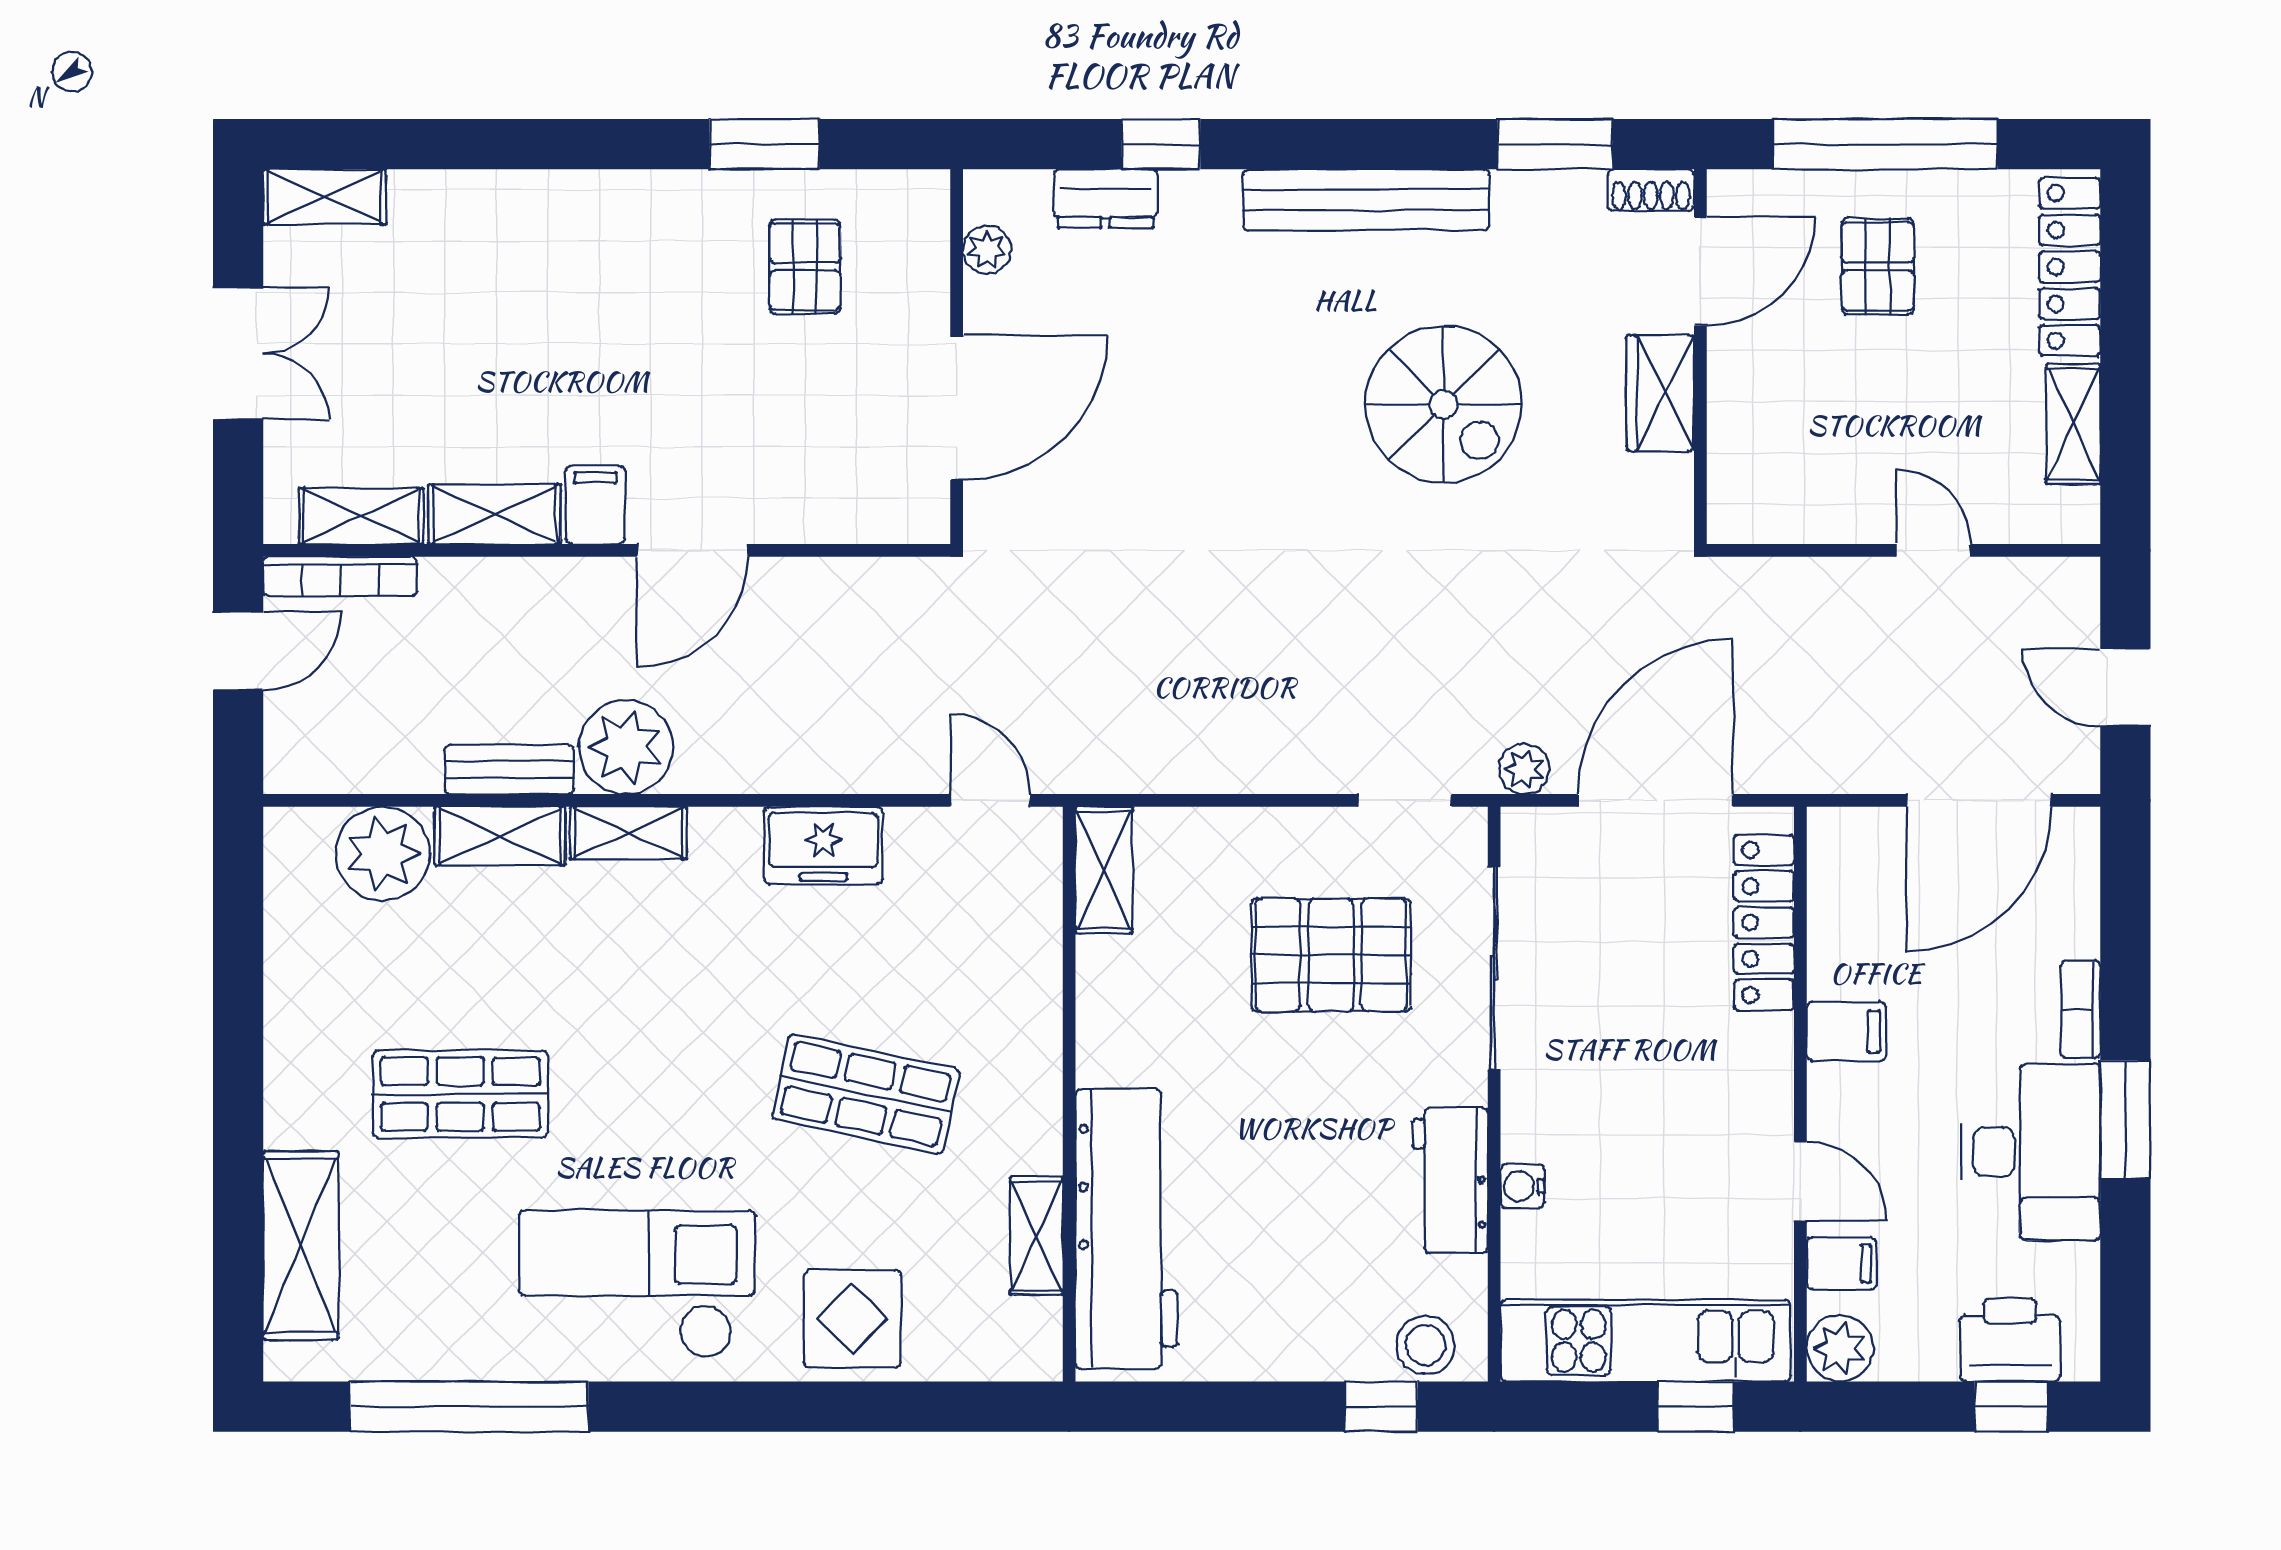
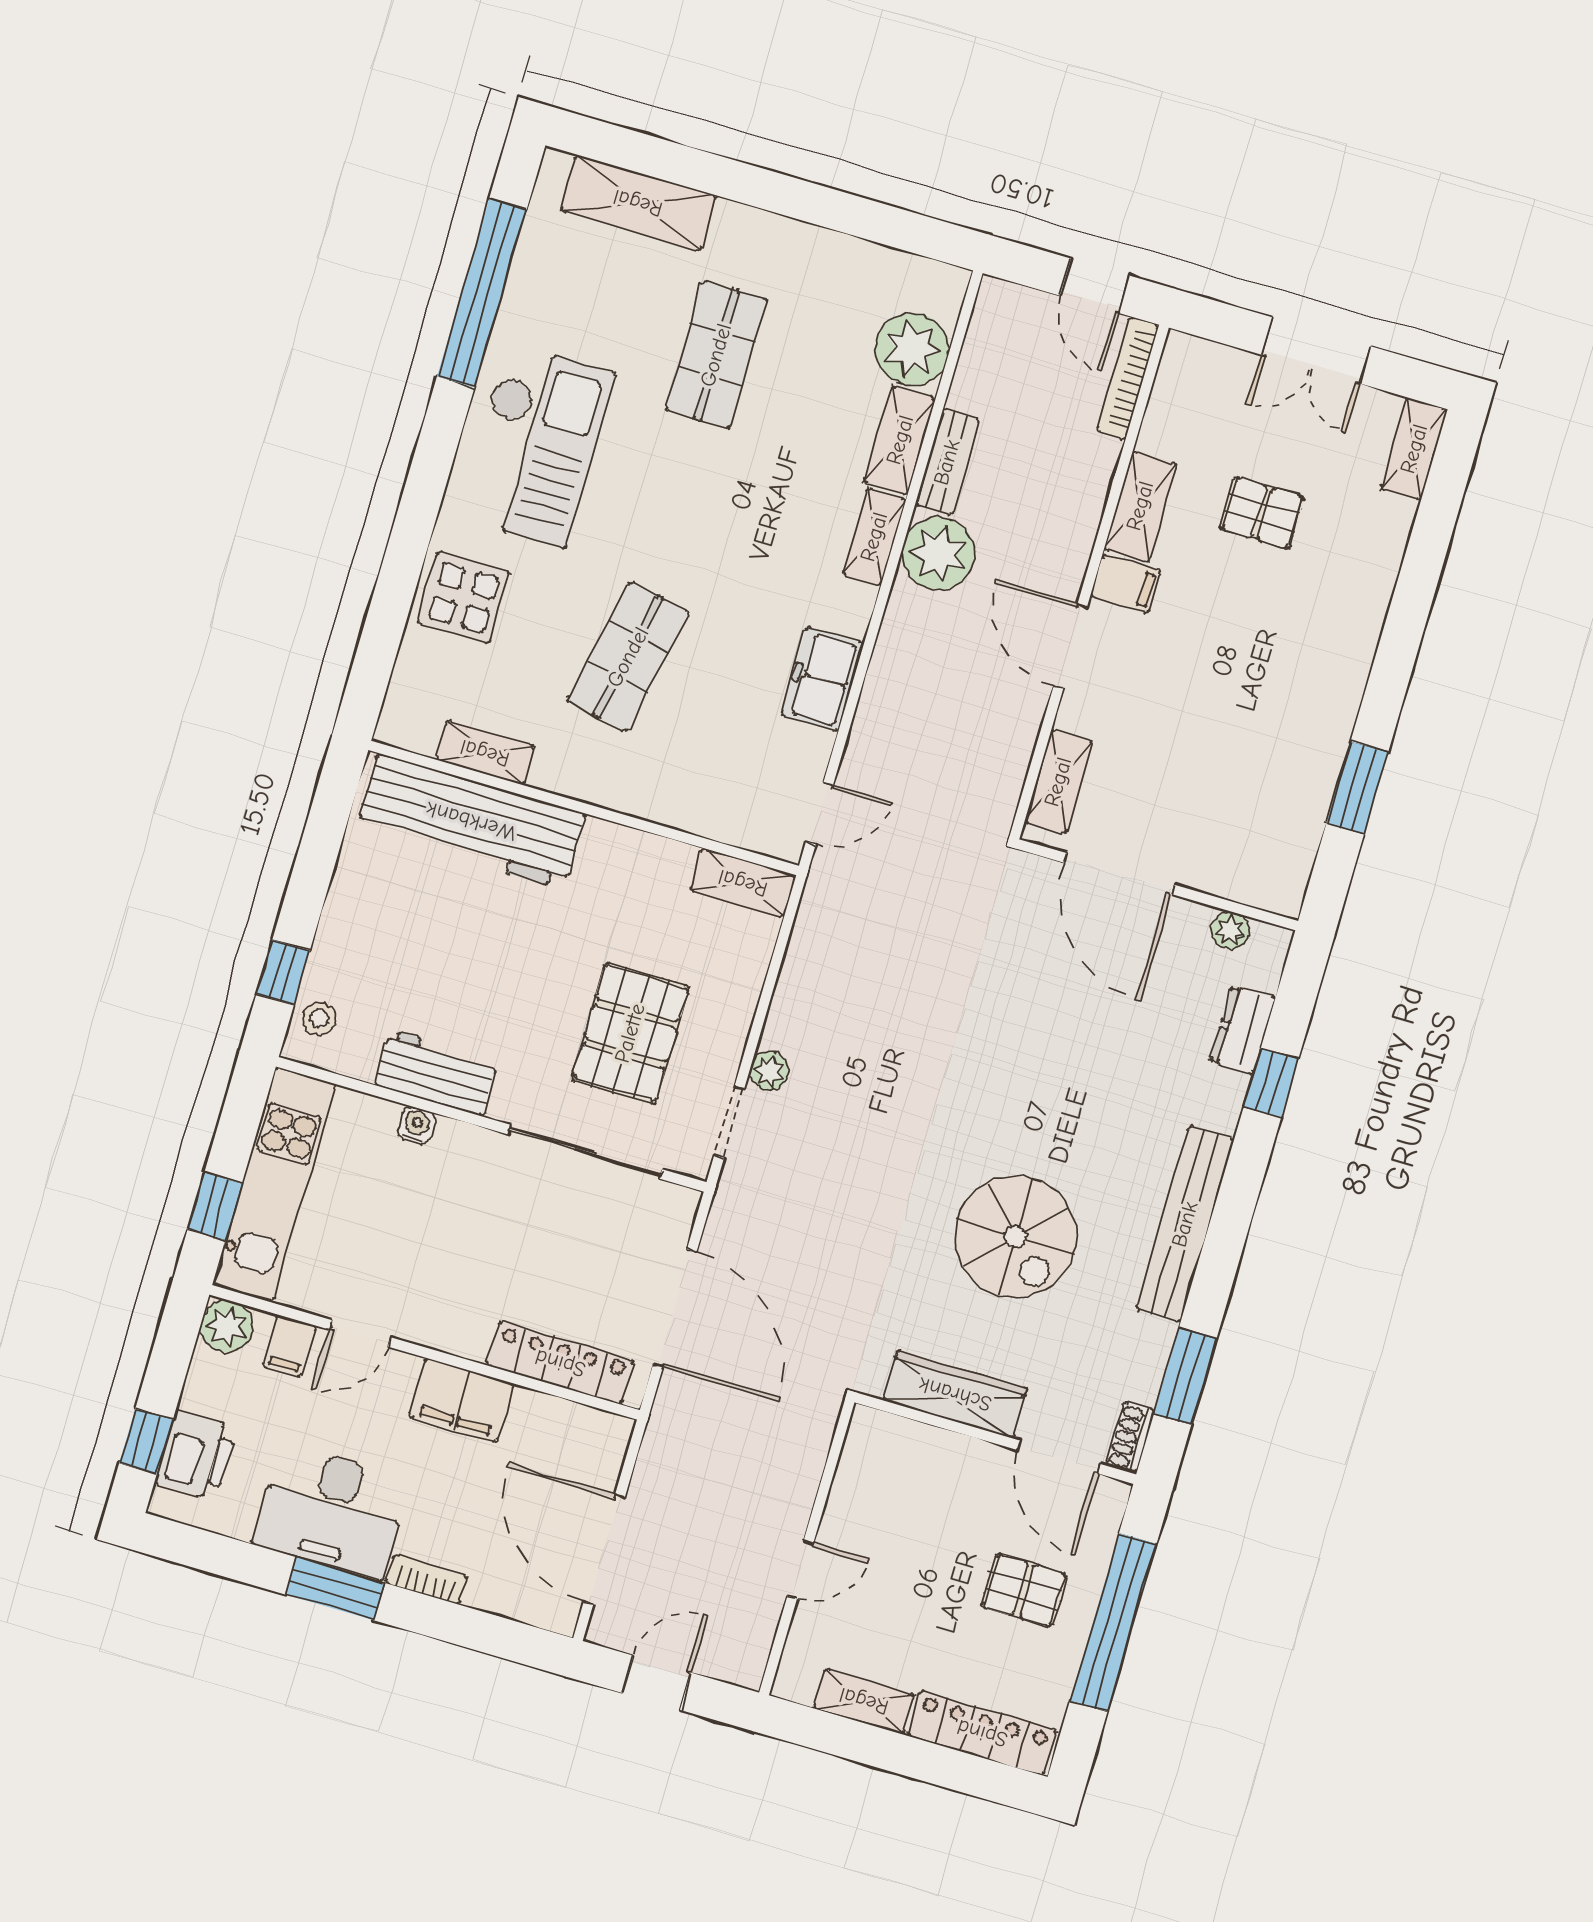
pallet: (805, 267) -> (1262, 513), moved
wardrobe: (1660, 393) -> (955, 1394), width x1.50
spiral stairs: (1444, 405) -> (1016, 1237), turned -90
shelving: (361, 516) -> (1058, 782), moved
plant: (1524, 769) -> (769, 1071), moved
filing cabinet: (1846, 1031) -> (461, 1400), width x2.00
stool: (1425, 1345) -> (319, 1019), width x0.73, depth x0.73

